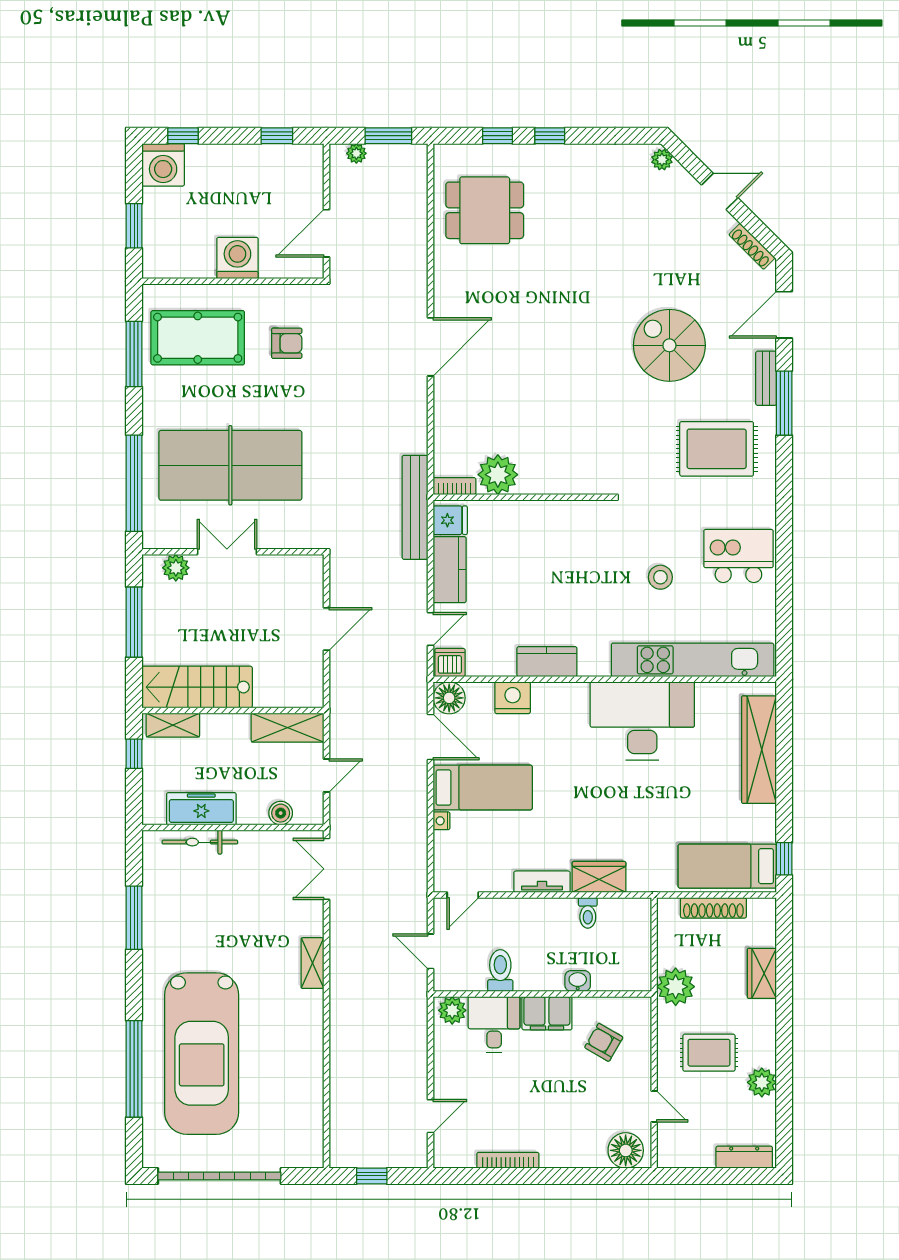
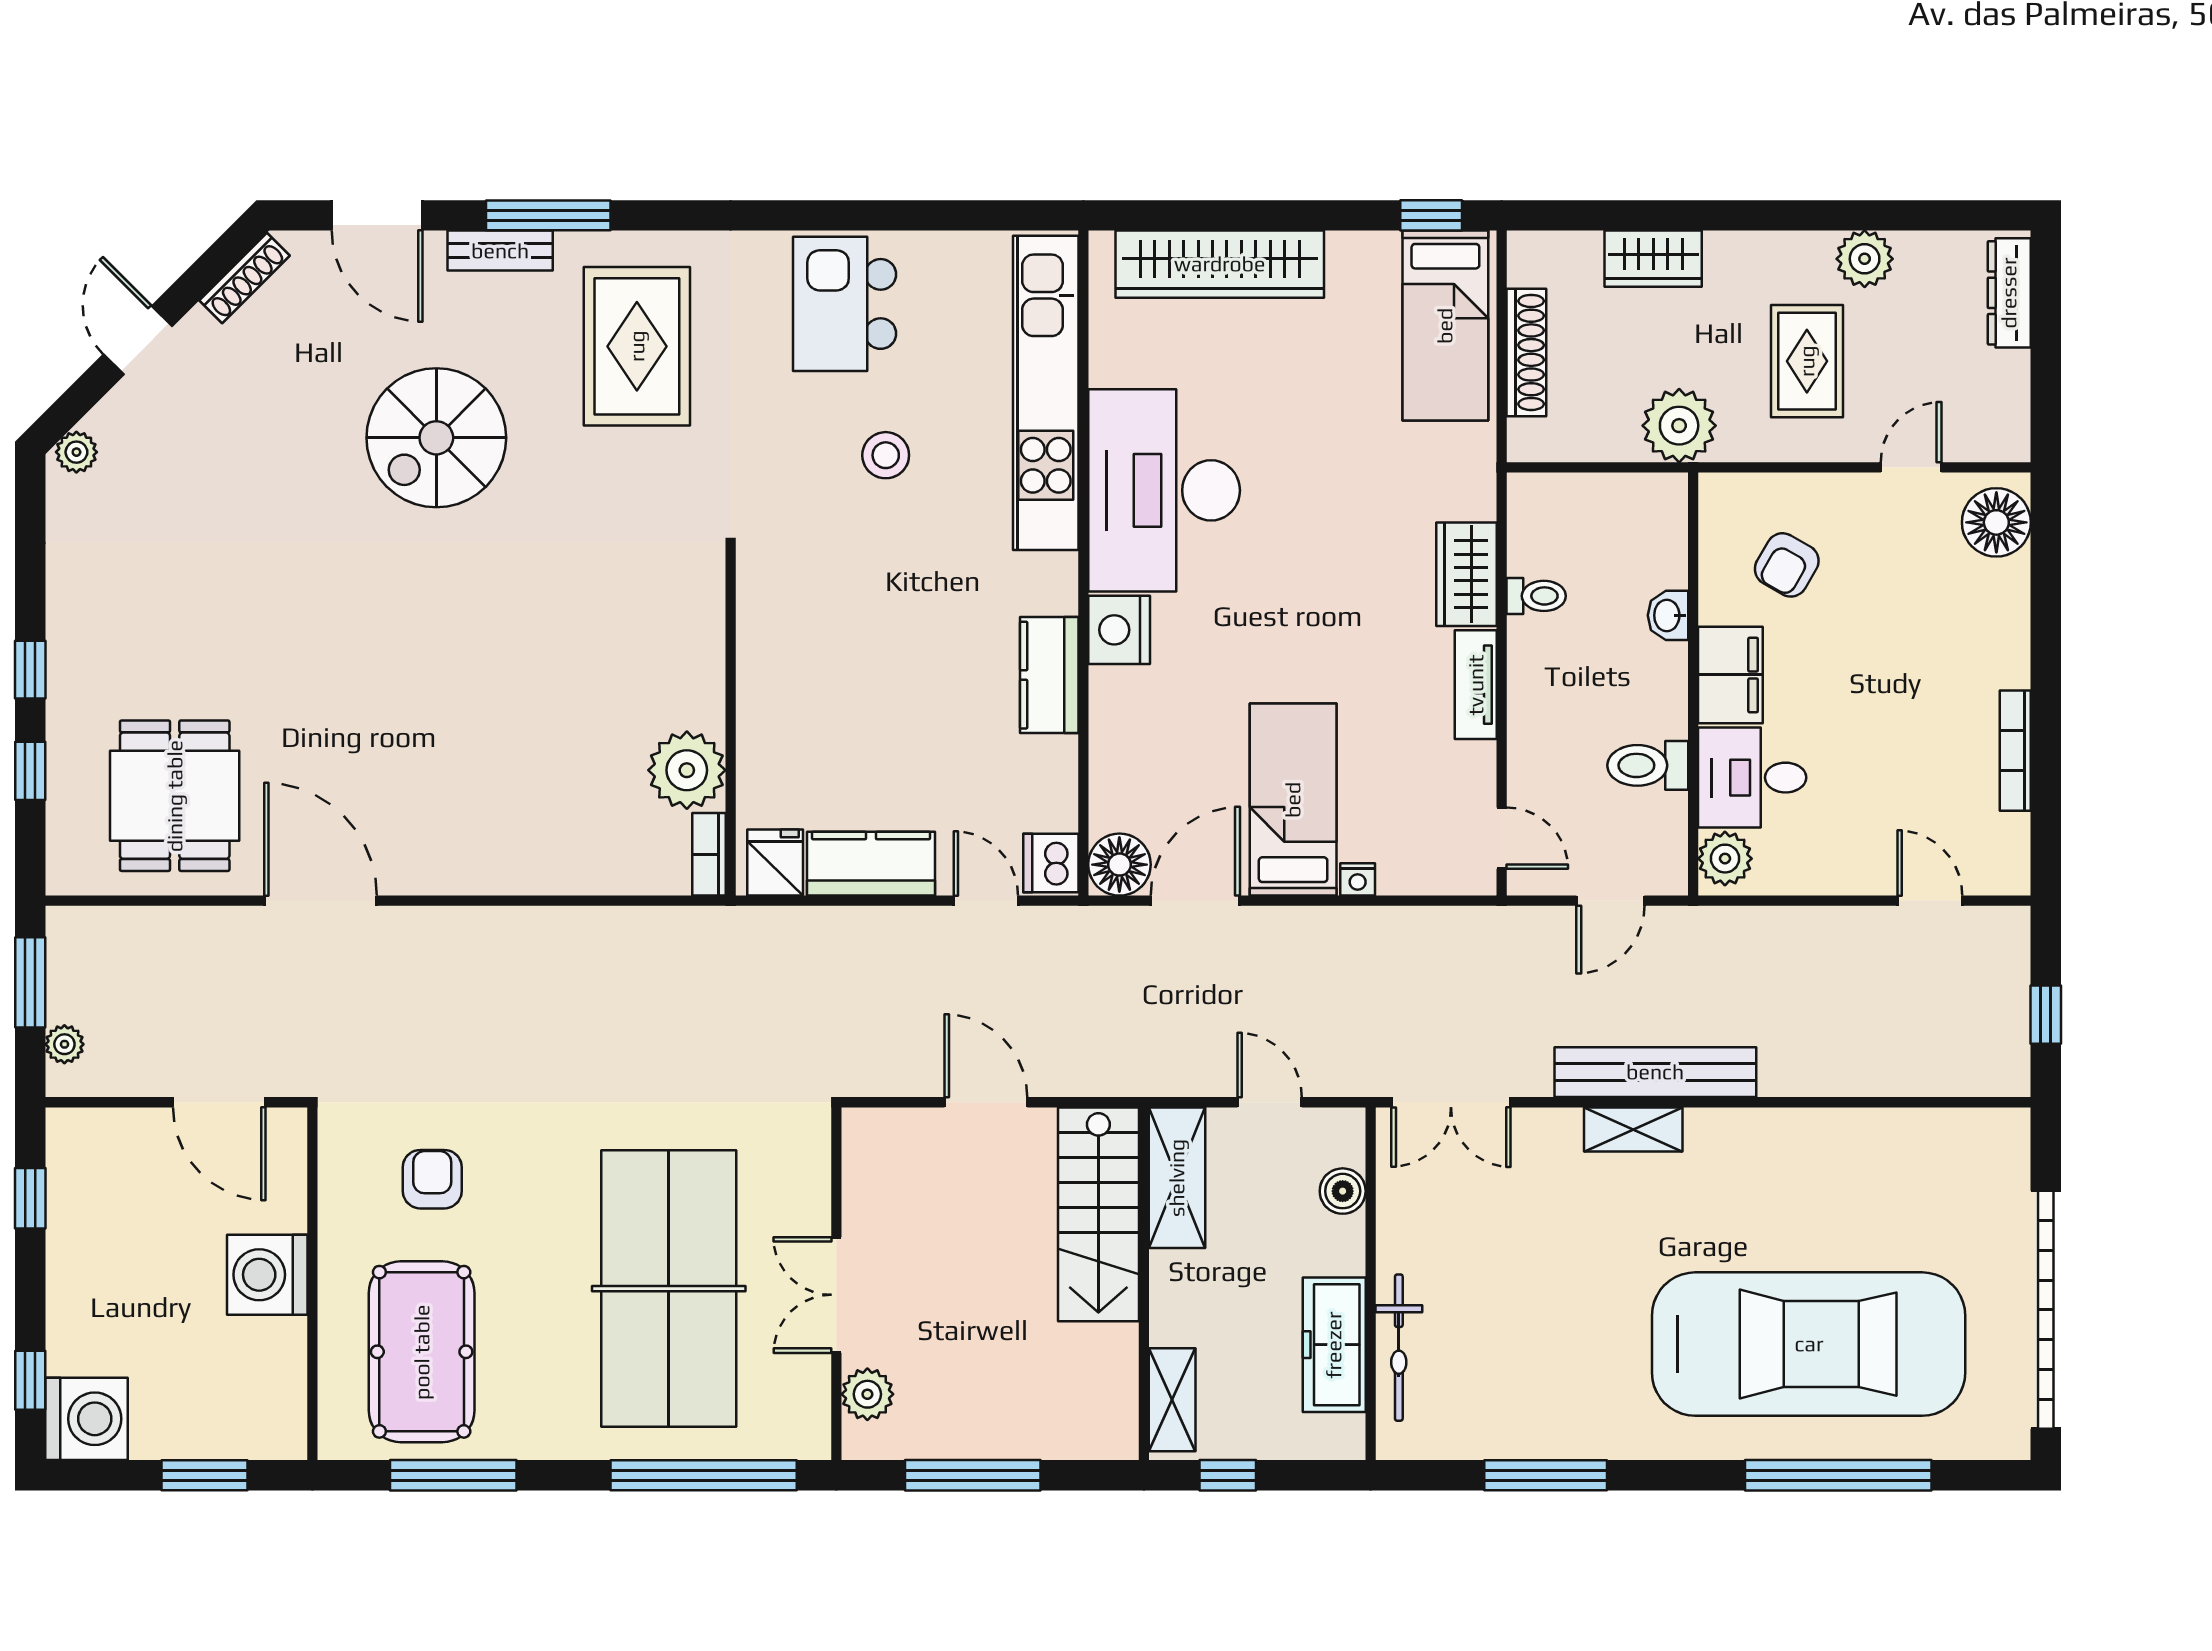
door: (430, 347) -> (320, 901), moved
bench: (415, 507) -> (1655, 1072), moved
stairs: (197, 687) -> (1098, 1214), moved
nightstand: (513, 698) -> (1119, 630), moved

